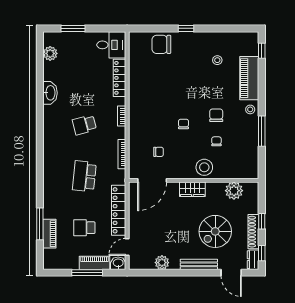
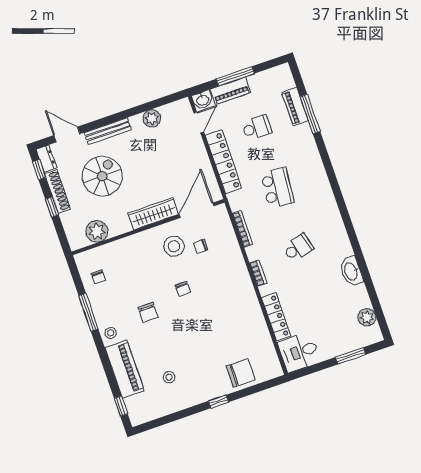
chair: (216, 141) -> (98, 277), moved
stool: (204, 167) -> (174, 246), moved
wardrobe: (192, 189) -> (153, 214), width x1.50

